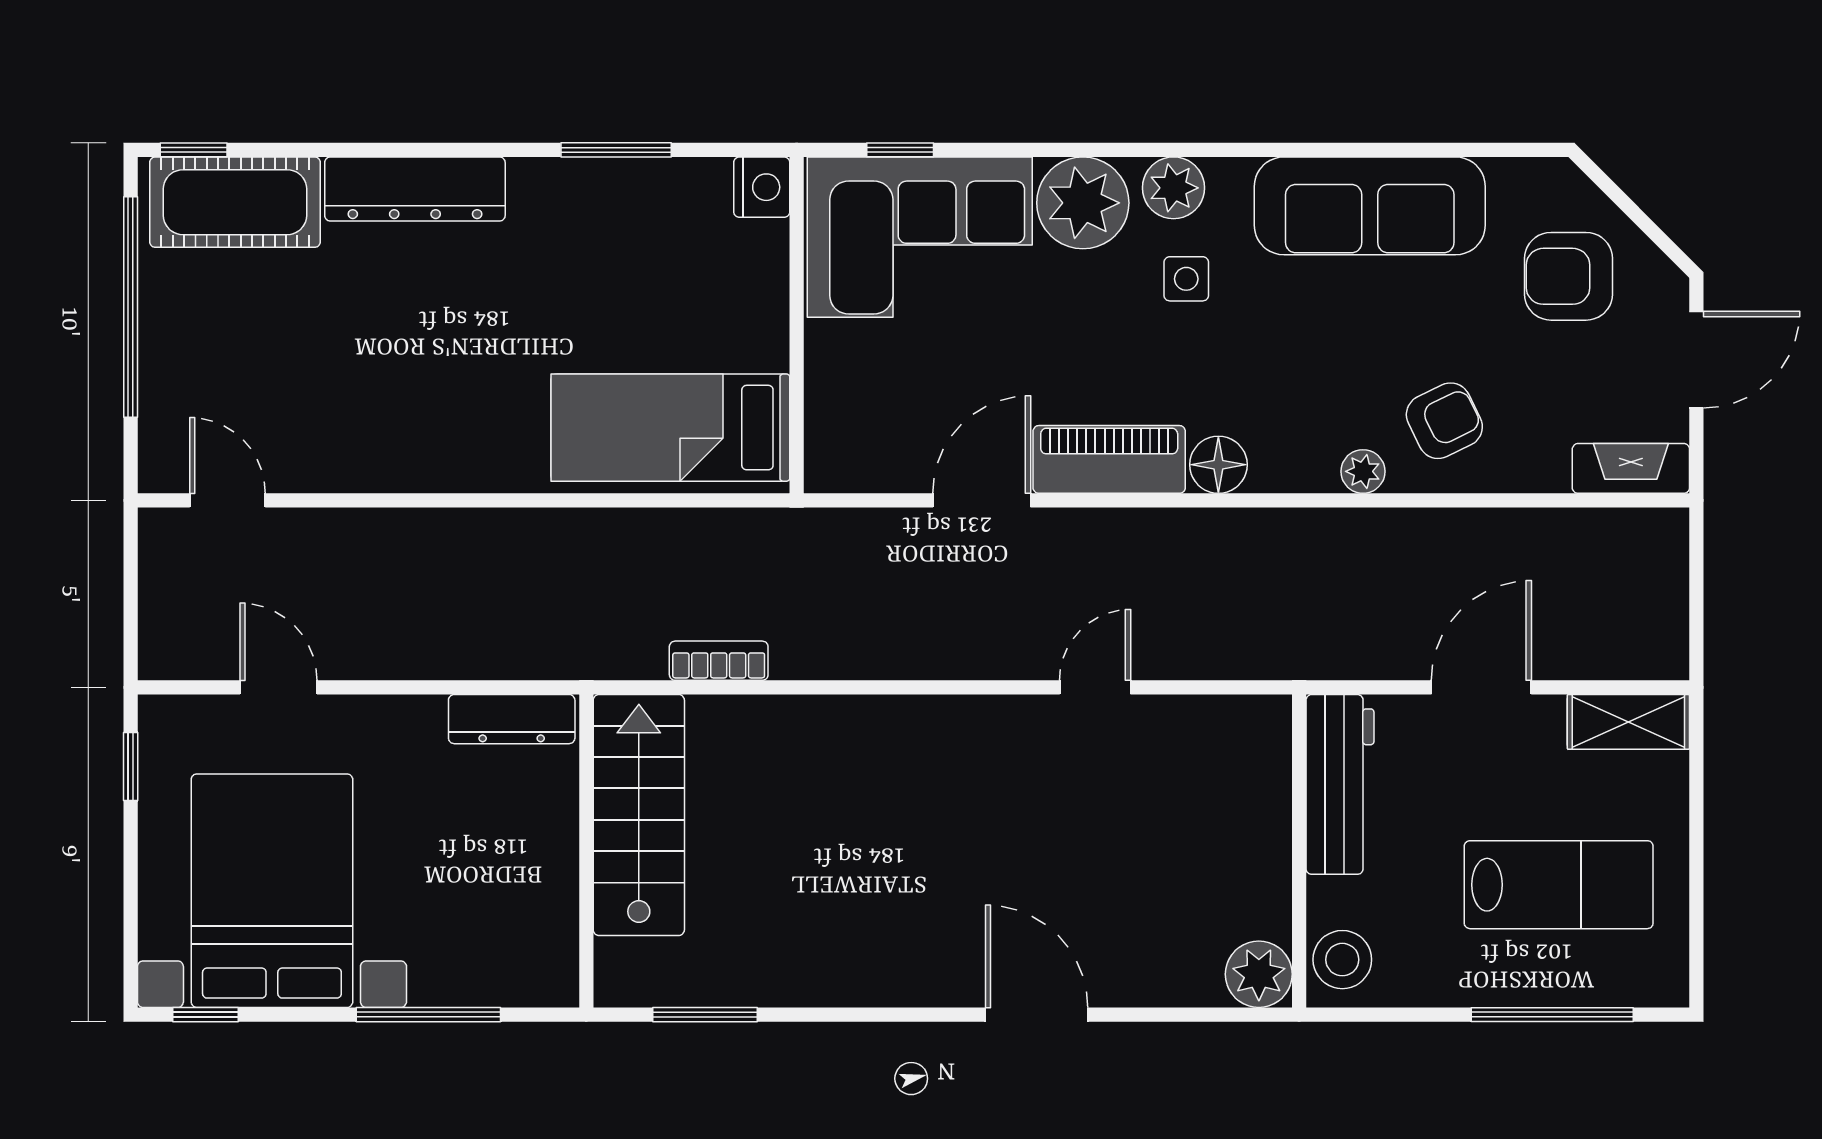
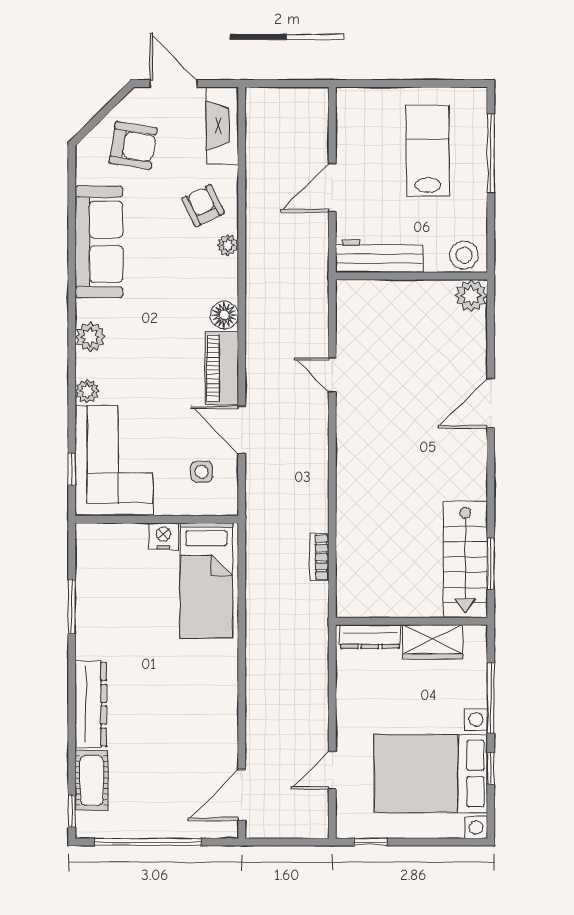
nightstand: (762, 187) -> (163, 536), moved
cot: (235, 202) -> (92, 780), width x0.73, depth x0.75
plant: (1083, 203) -> (87, 391), width x0.53, depth x0.53
armchair: (1569, 276) -> (133, 146), turned -81
side table: (1186, 279) -> (202, 472), moved
fireplace: (1631, 468) -> (222, 126), width x1.37, depth x1.32
door: (227, 500) -> (242, 795), width x1.38
door: (1481, 687) -> (332, 188), hinge flipped
dresser: (512, 719) -> (370, 637), moved, turned 90
shelving: (1628, 722) -> (349, 117), removed
stairs: (639, 815) -> (465, 559), moved, turned -90
wardrobe: (544, 894) -> (433, 642), added
window: (205, 1015) -> (491, 768), moved

